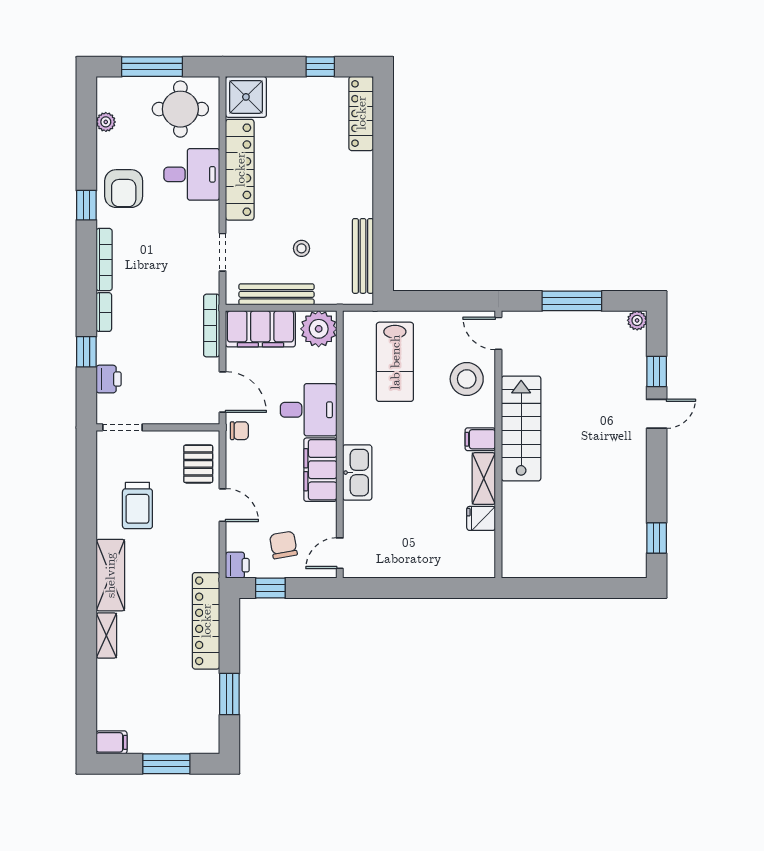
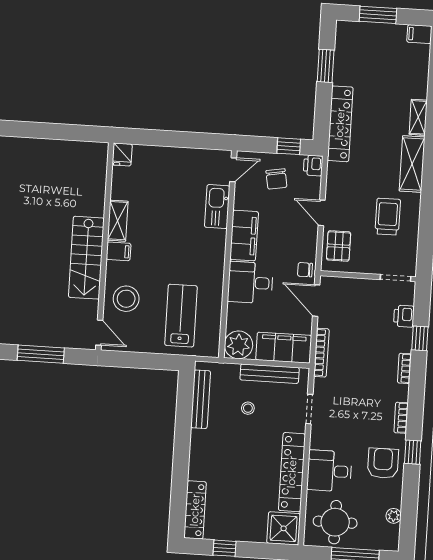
bookcase: (104, 260) -> (401, 418), width x0.64
kitchen sink: (357, 473) -> (217, 207), moved
fridge: (481, 518) -> (122, 154), moved, turned 90

